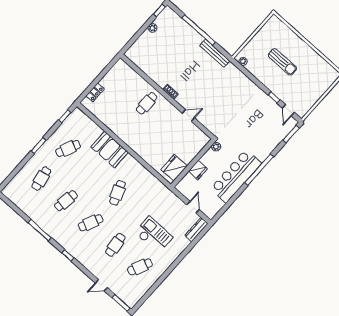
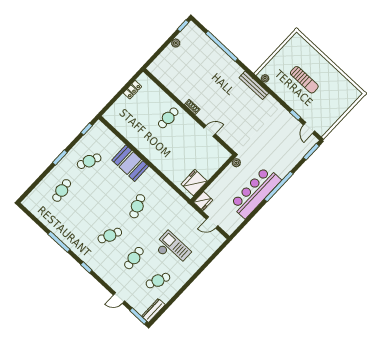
bench: (215, 53) -> (254, 85), moved
locker: (95, 92) -> (132, 90), moved
fridge: (198, 170) -> (203, 201), moved
cafe table: (66, 201) -> (86, 213), removed
door: (193, 207) -> (212, 222), swing flipped
dresser: (196, 230) -> (153, 310), moved

